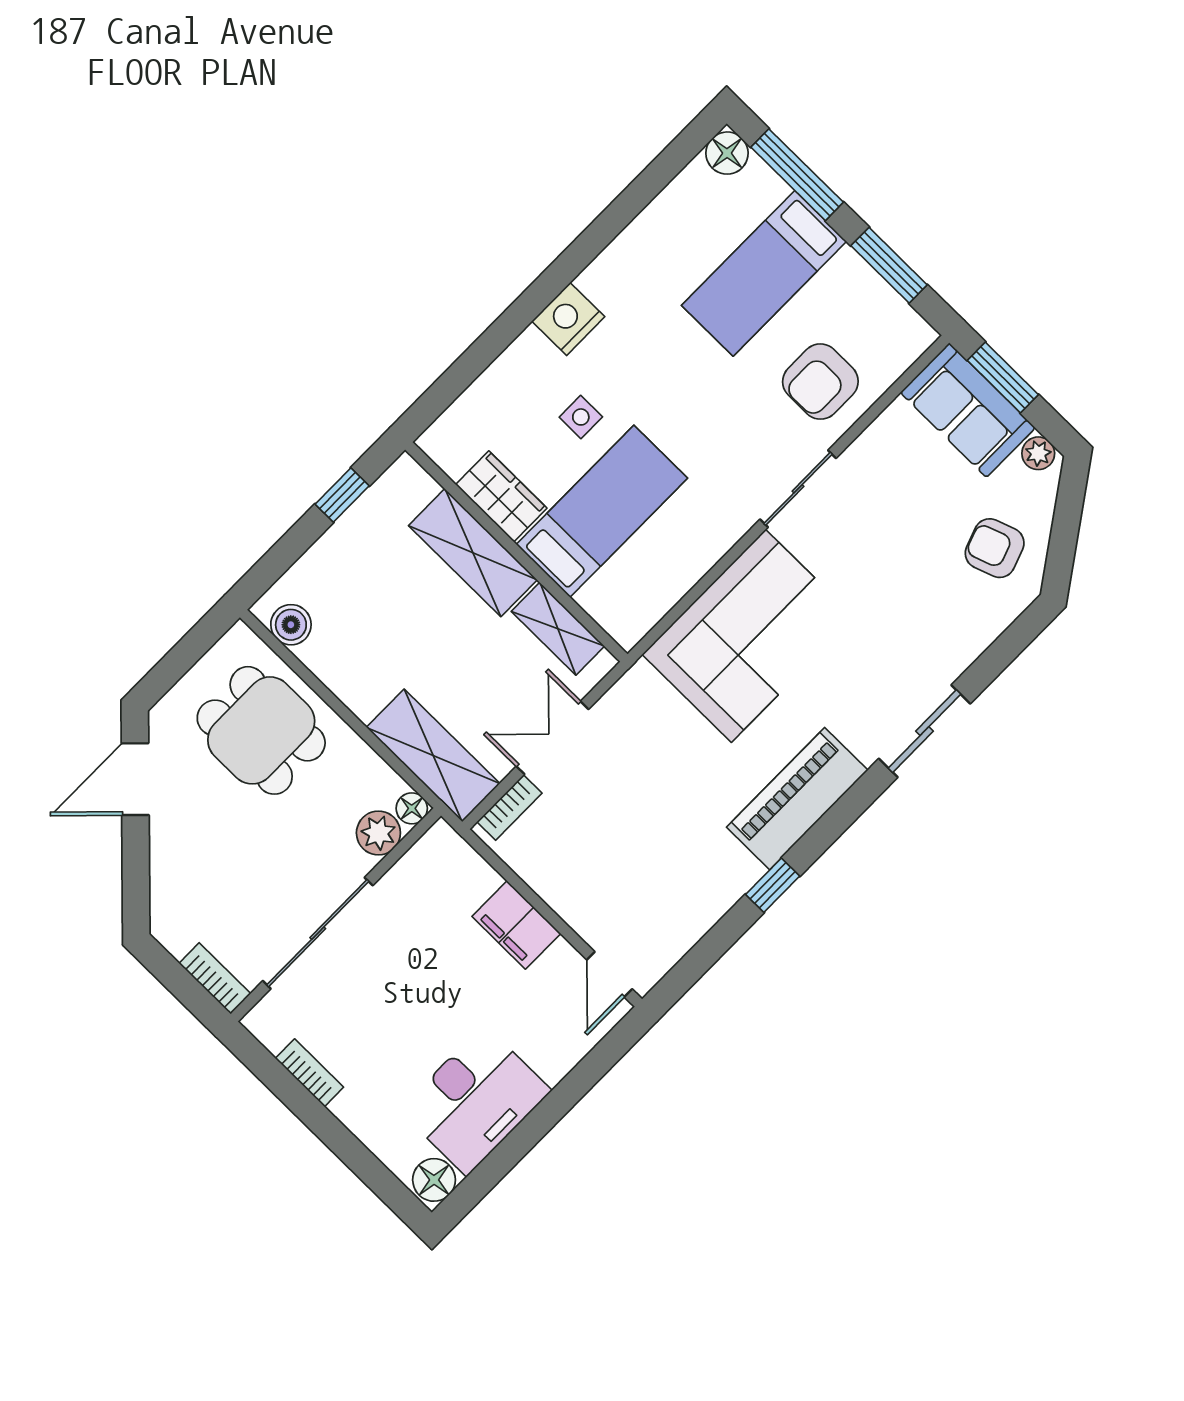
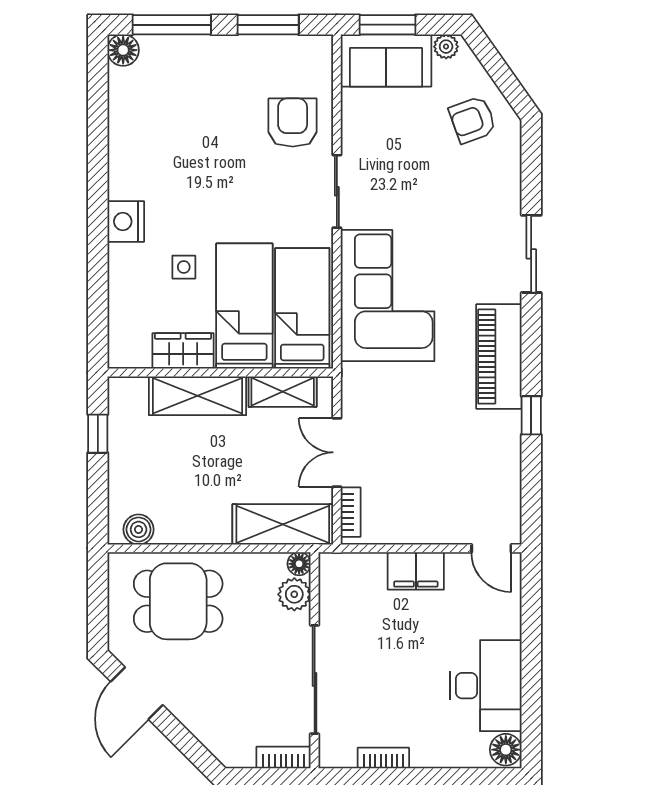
bed: (764, 273) -> (302, 308), moved, turned 180
armchair: (820, 382) -> (293, 123), turned 180

